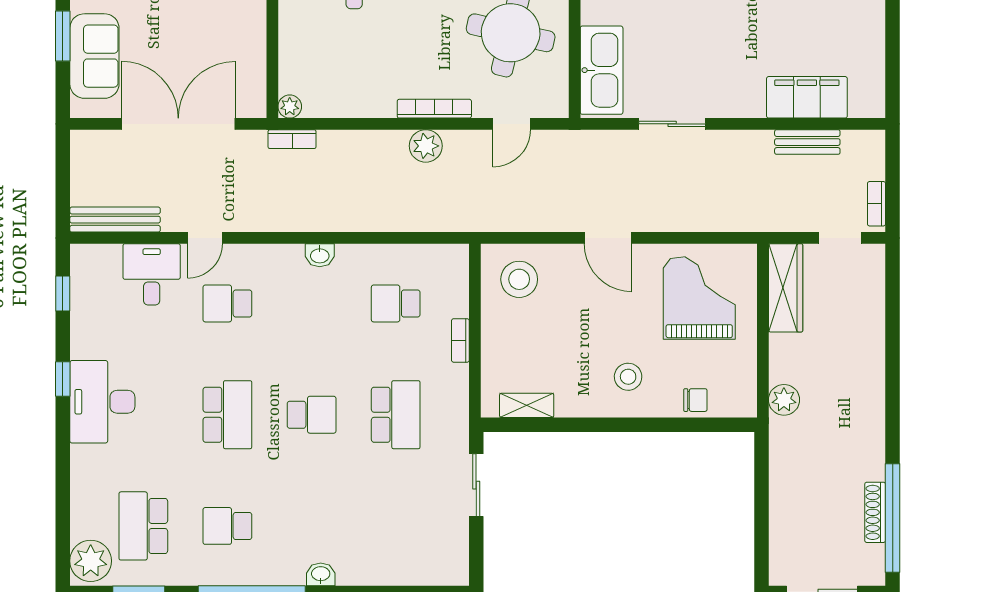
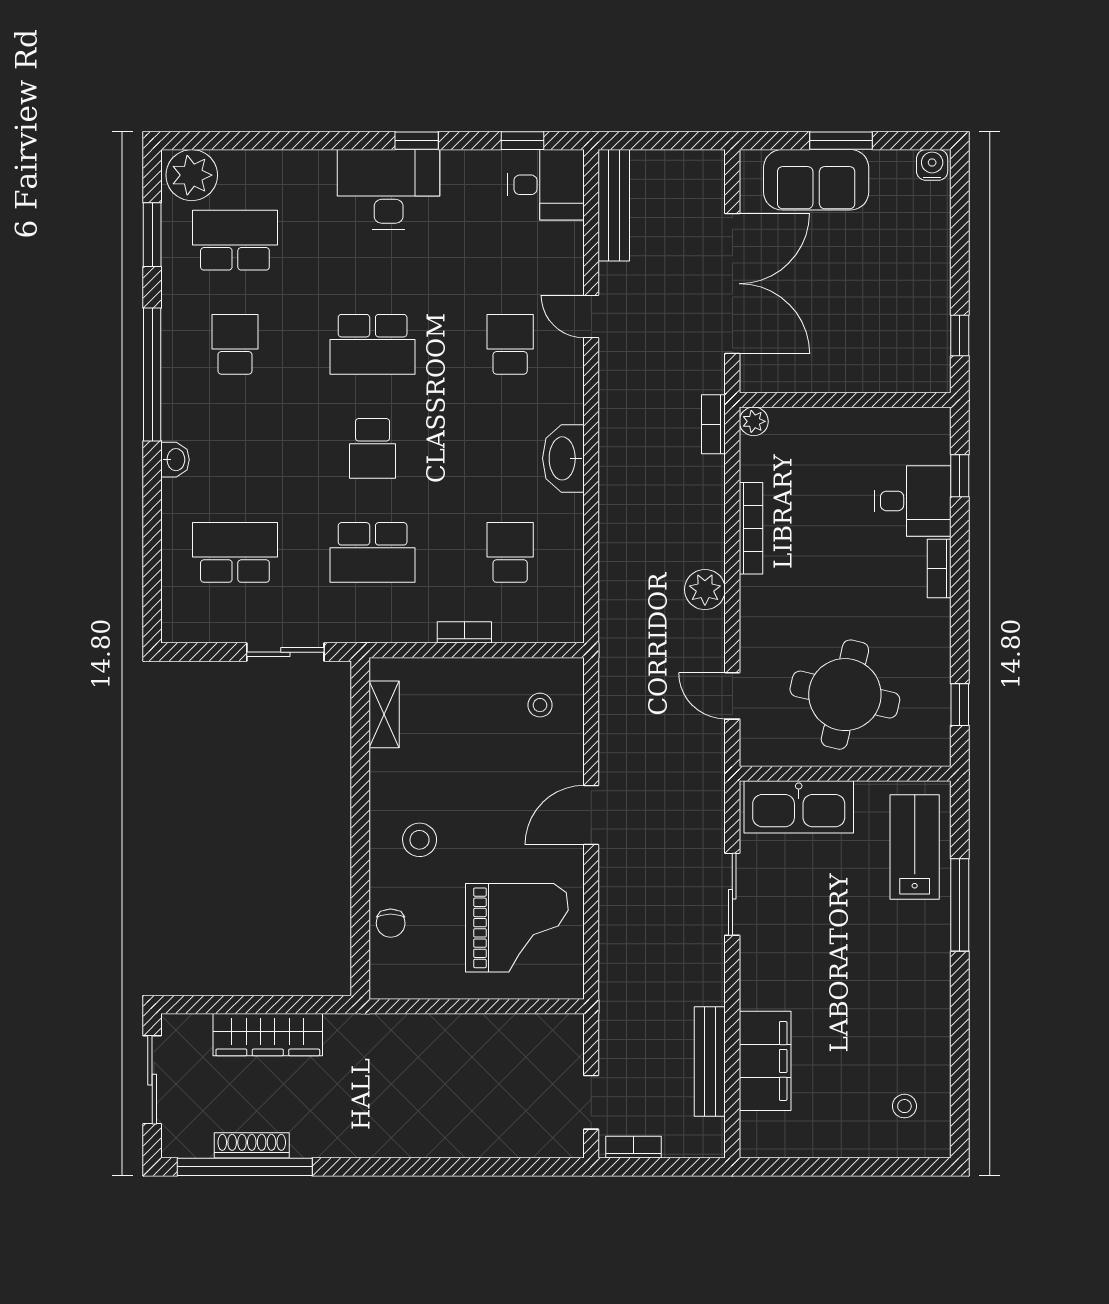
bookcase: (434, 109) -> (751, 528), moved
bench: (807, 142) -> (710, 1062), width x1.36
washbasin: (320, 255) -> (563, 458), width x1.91, depth x1.45
desk: (152, 274) -> (546, 185), moved
stool: (519, 279) -> (540, 705), width x0.53, depth x0.53
wardrobe: (786, 288) -> (268, 1035), moved
plant: (784, 400) -> (391, 1033), removed
school desk: (396, 526) -> (235, 552), added

